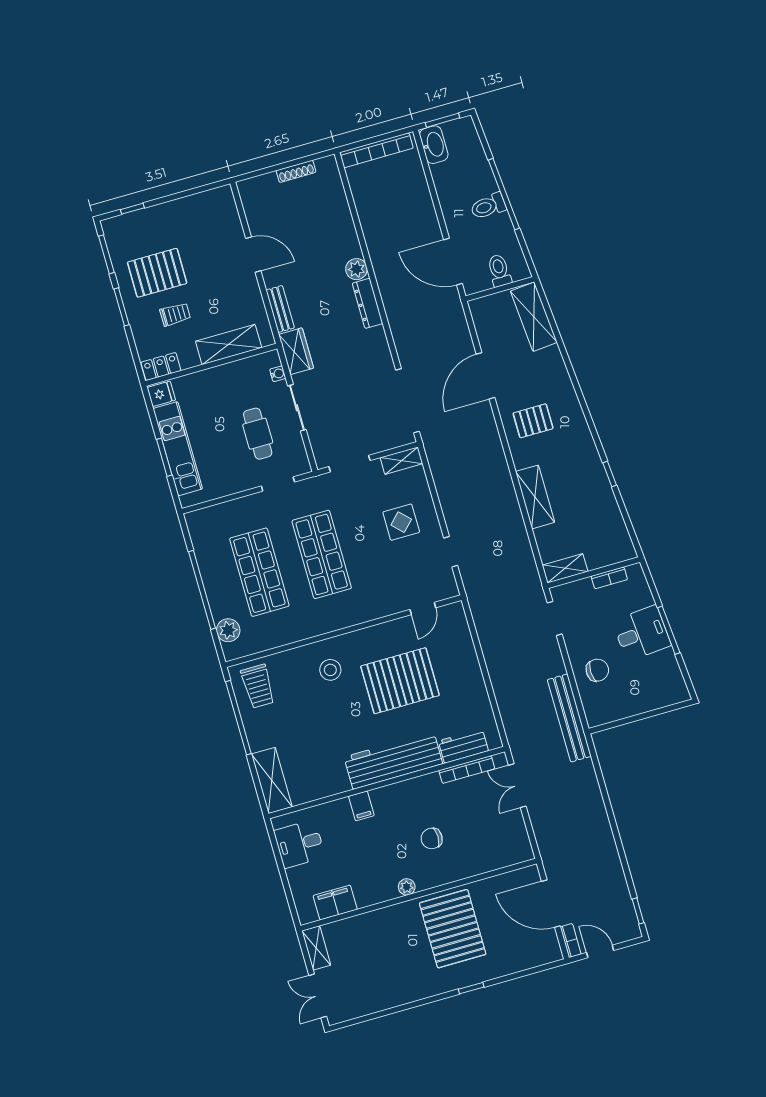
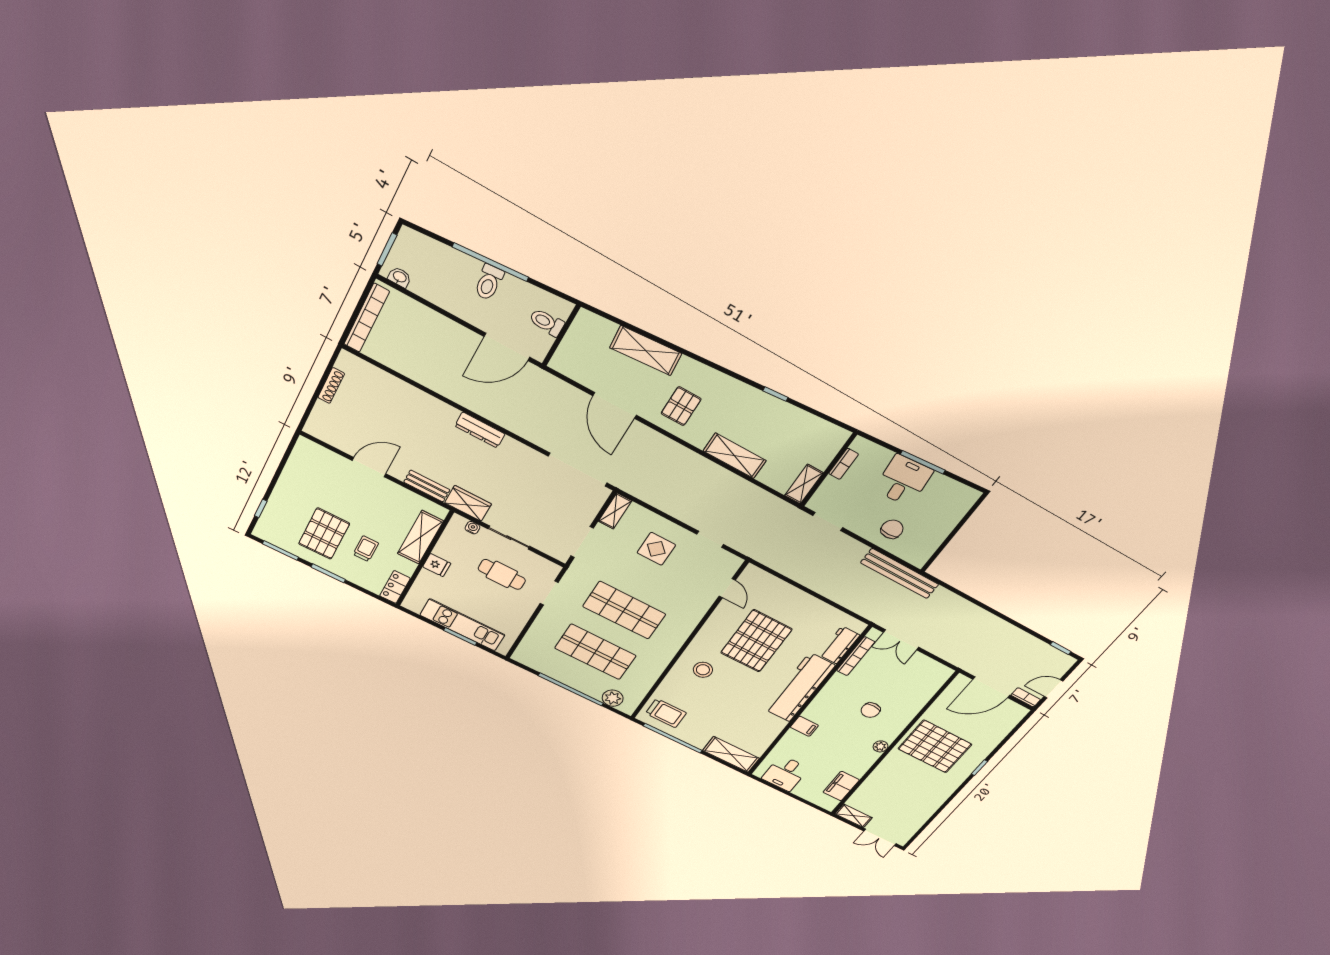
washbasin: (434, 145) -> (400, 277), width x0.52, depth x0.69
plant: (356, 269) -> (447, 414), removed
shelving: (534, 317) -> (646, 351), moved
fridge: (161, 394) -> (437, 565), moved, turned 90

